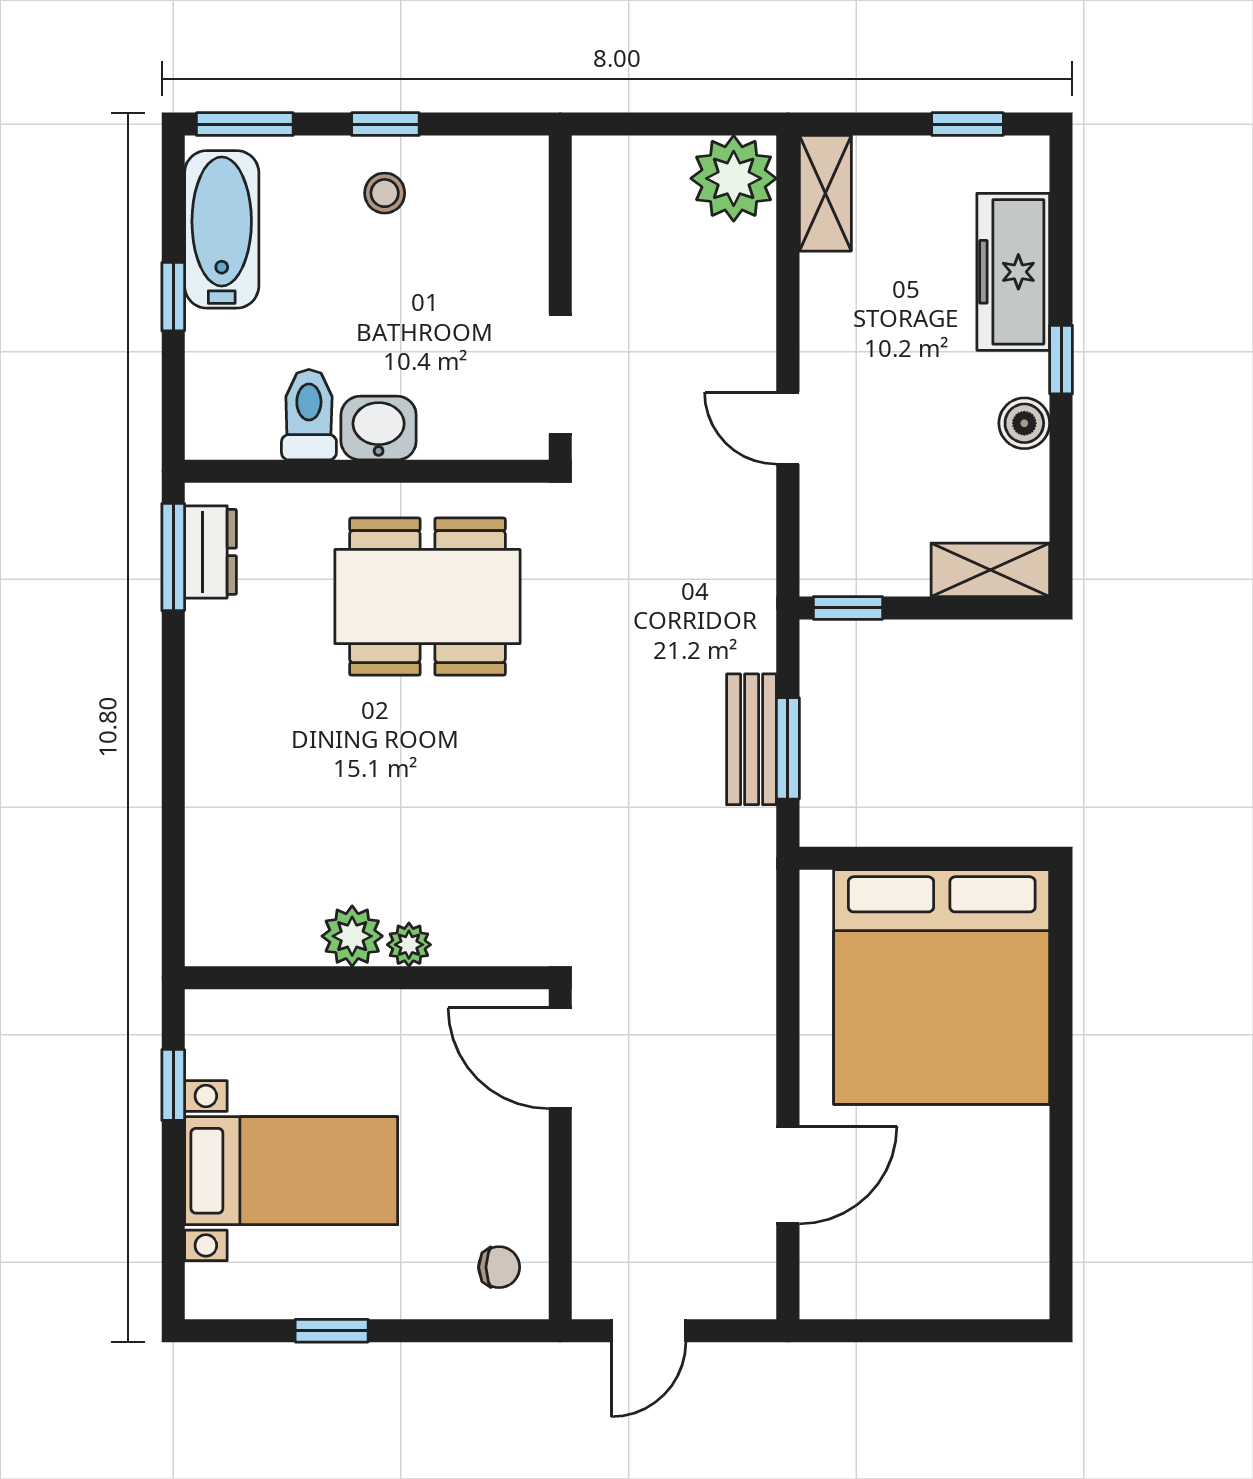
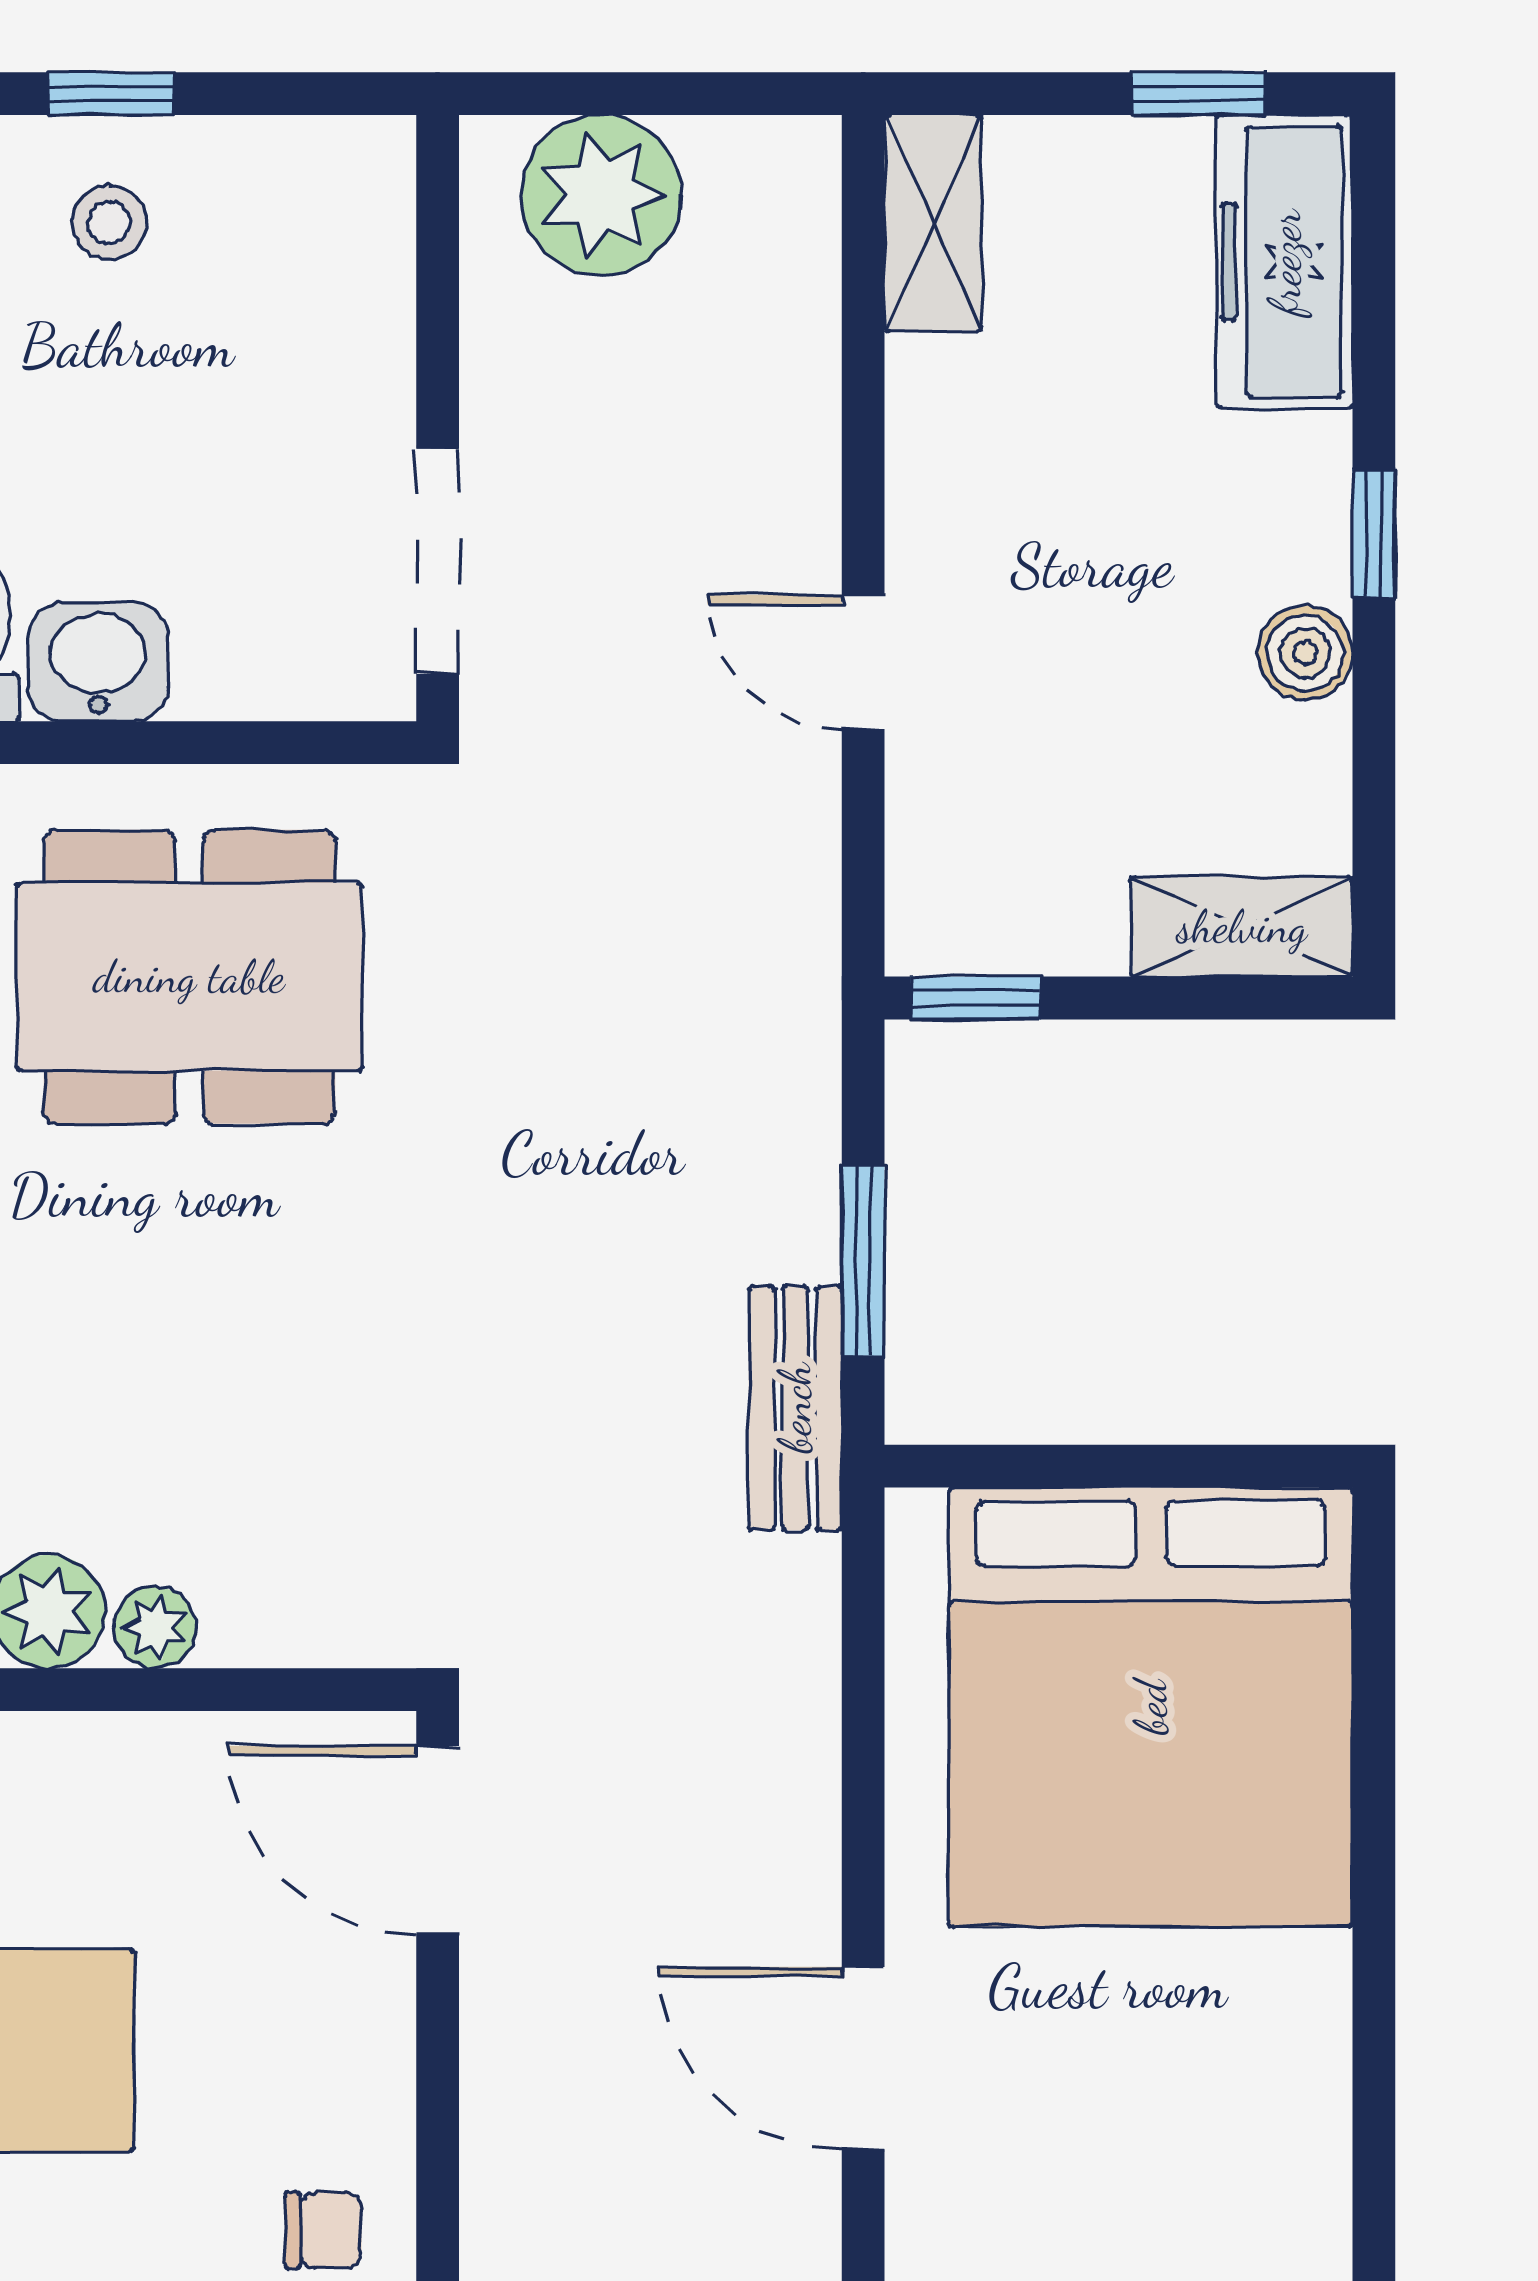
plant: (734, 178) -> (601, 195), moved
freezer: (1013, 272) -> (1285, 262), moved
bench: (752, 739) -> (795, 1408), moved
door: (788, 1175) -> (863, 2058), swing flipped

